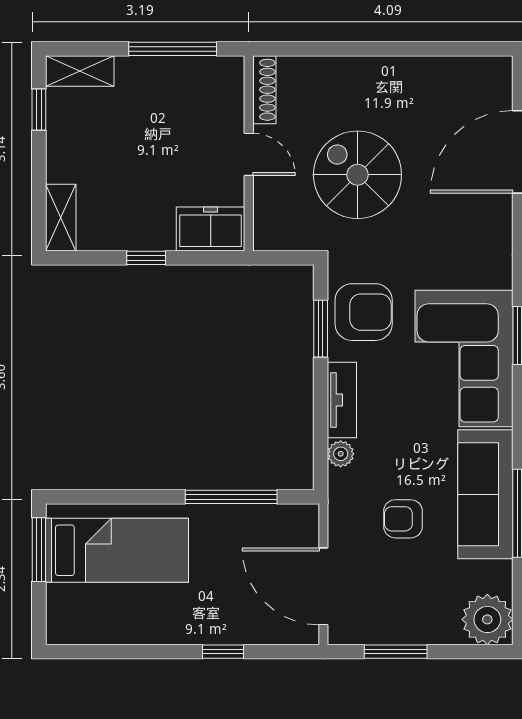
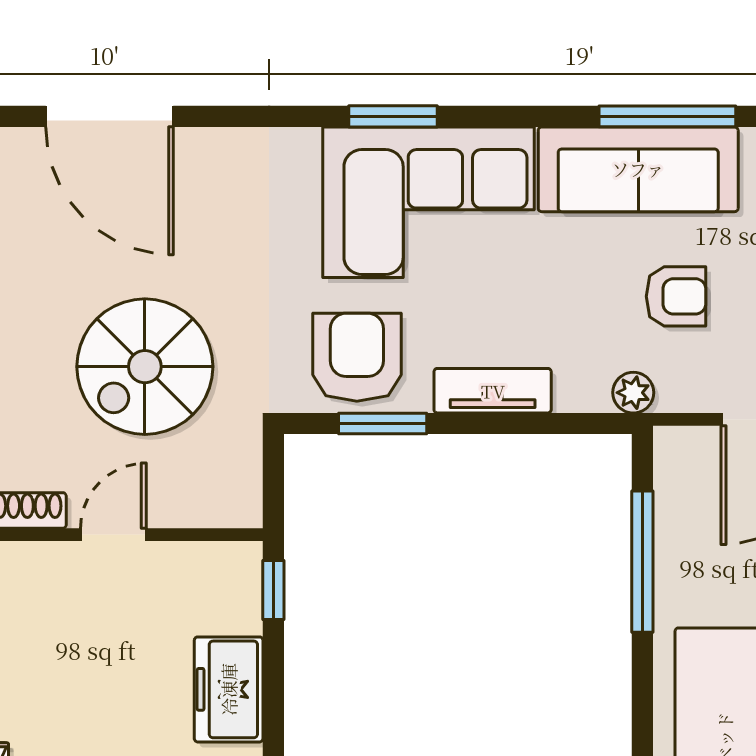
freezer: (211, 229) -> (229, 689), moved
window: (146, 258) -> (273, 590), moved
plant: (341, 454) -> (633, 393), moved
armchair: (403, 519) -> (676, 296), turned -90

